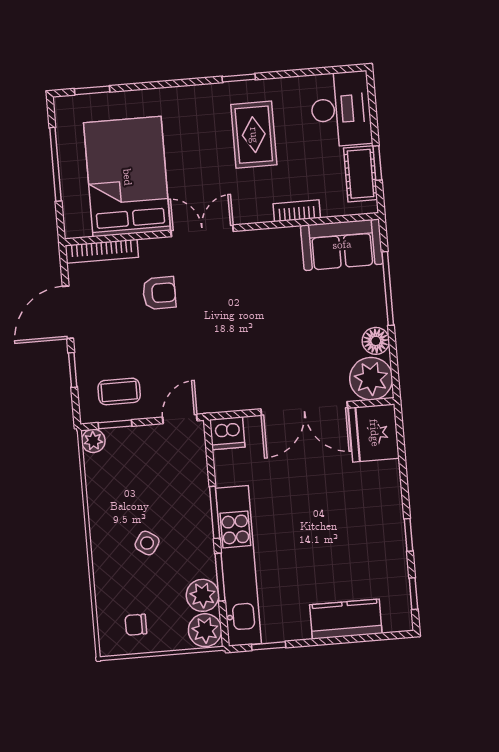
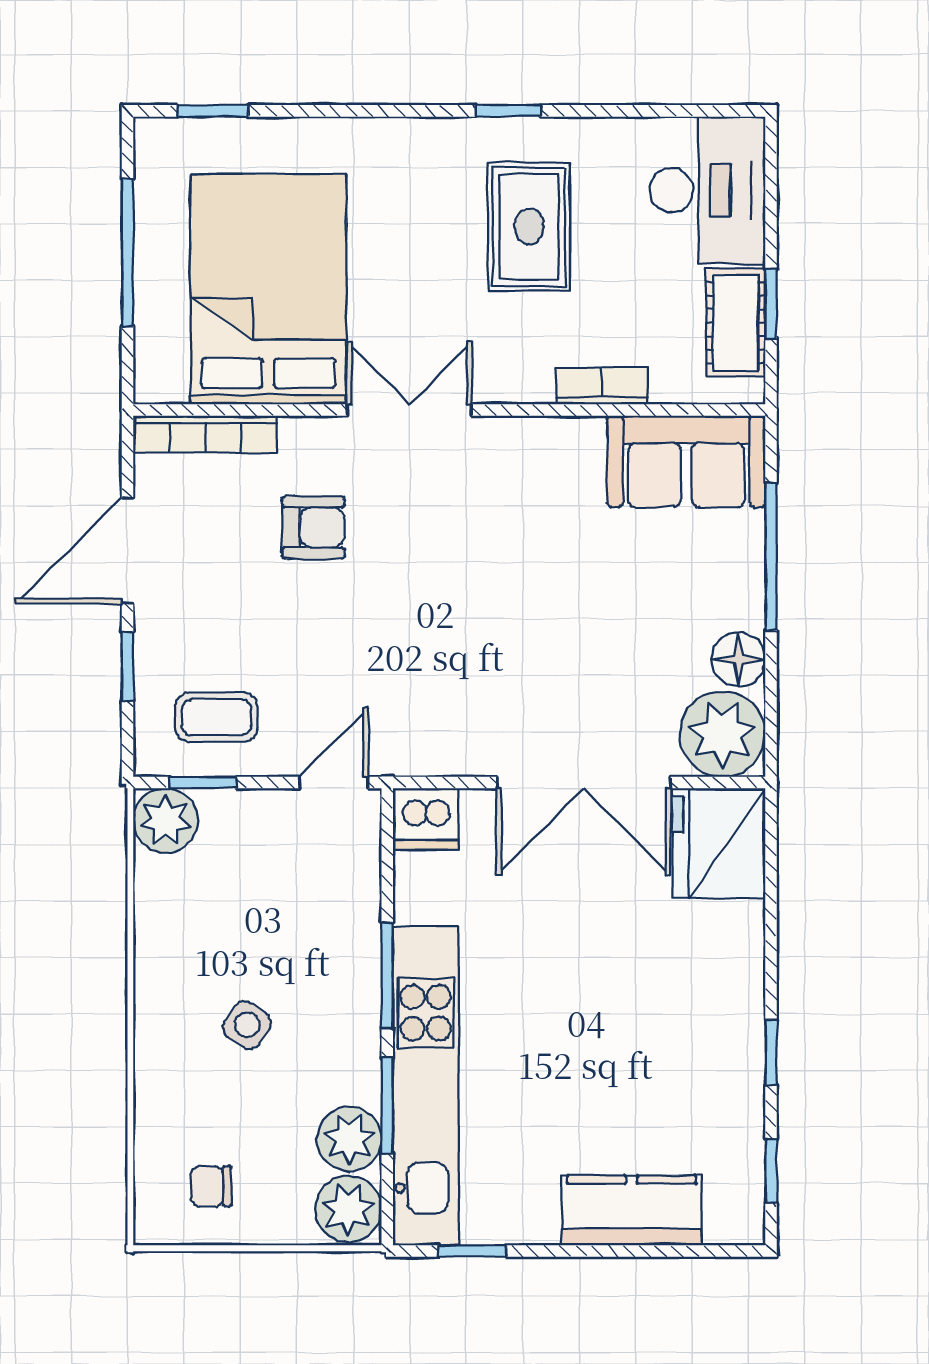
plant: (93, 441) -> (166, 821), width x1.38, depth x1.38

